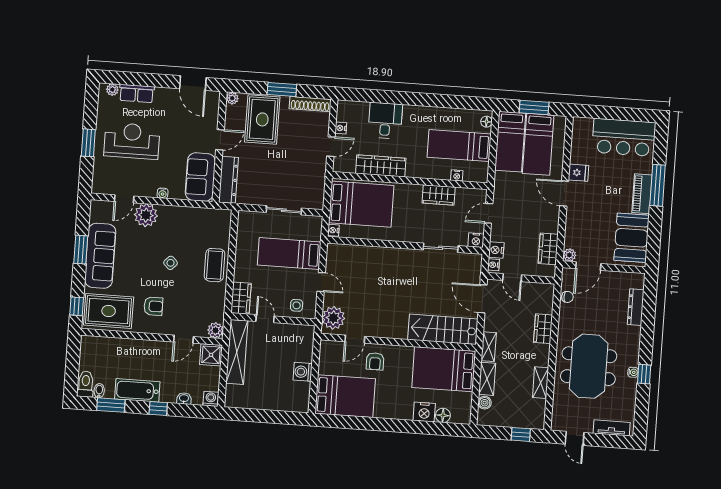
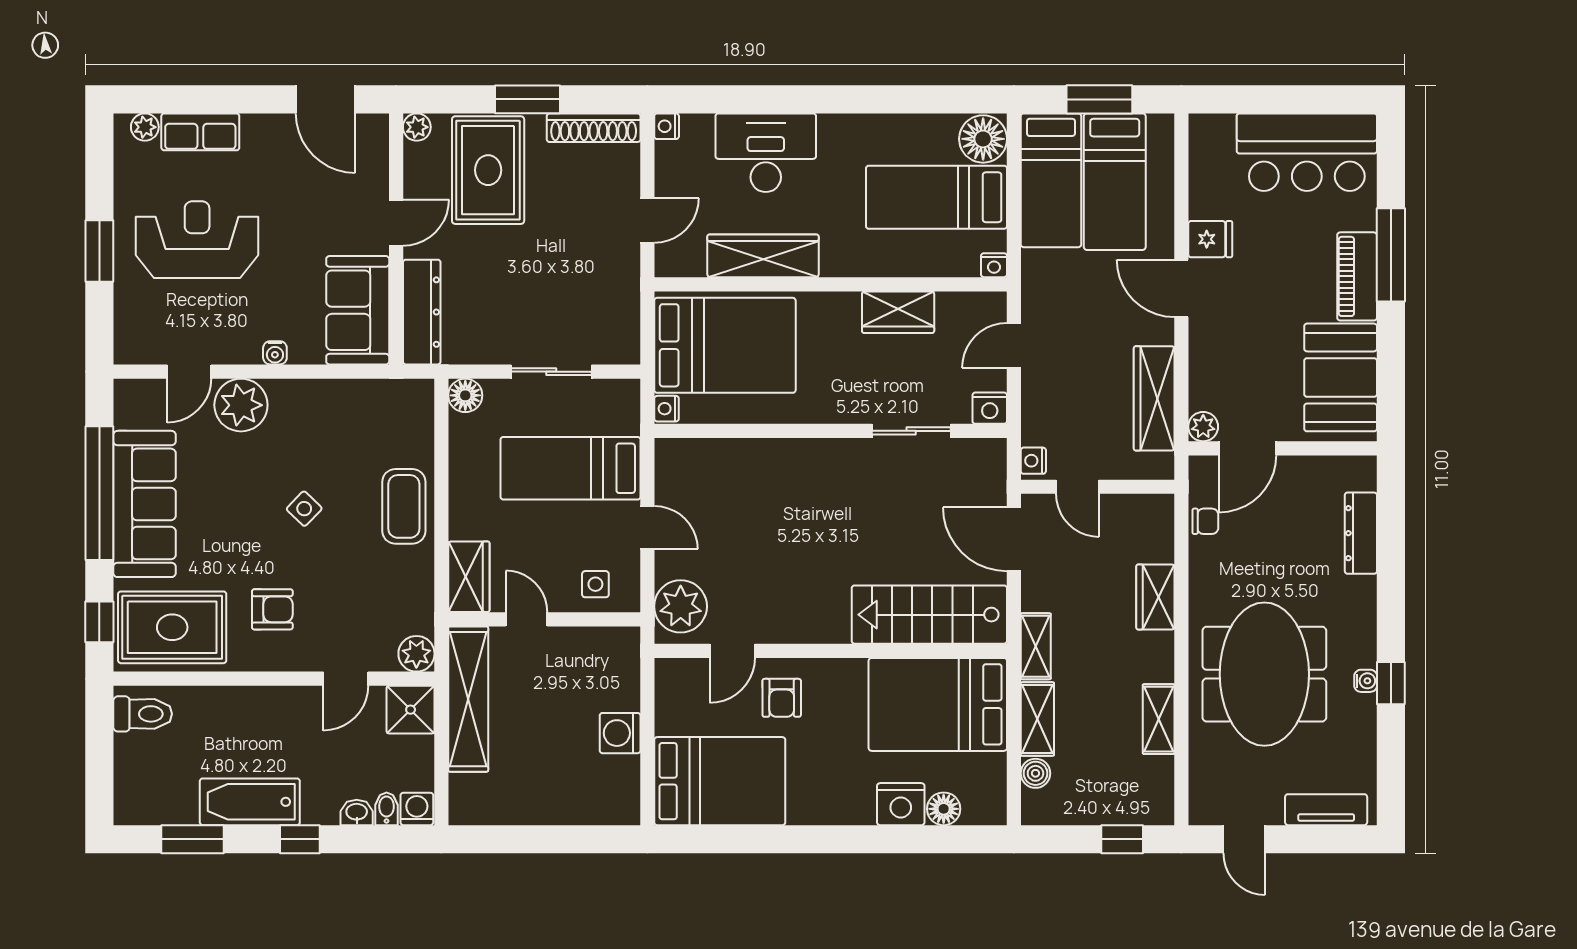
desk: (385, 121) -> (766, 153), width x1.37
floor lamp: (486, 122) -> (983, 139), width x1.89, depth x1.89
nightstand: (341, 128) -> (667, 126), moved
nightstand: (457, 175) -> (994, 265), moved
floor lamp: (245, 218) -> (465, 395), added
wardrobe: (548, 249) -> (1154, 398), width x1.50
window: (81, 250) -> (99, 493), width x2.11
nightstand: (496, 250) -> (1037, 427), removed
toilet: (86, 384) -> (143, 714), moved, turned 90
bidet: (99, 391) -> (387, 809), moved

